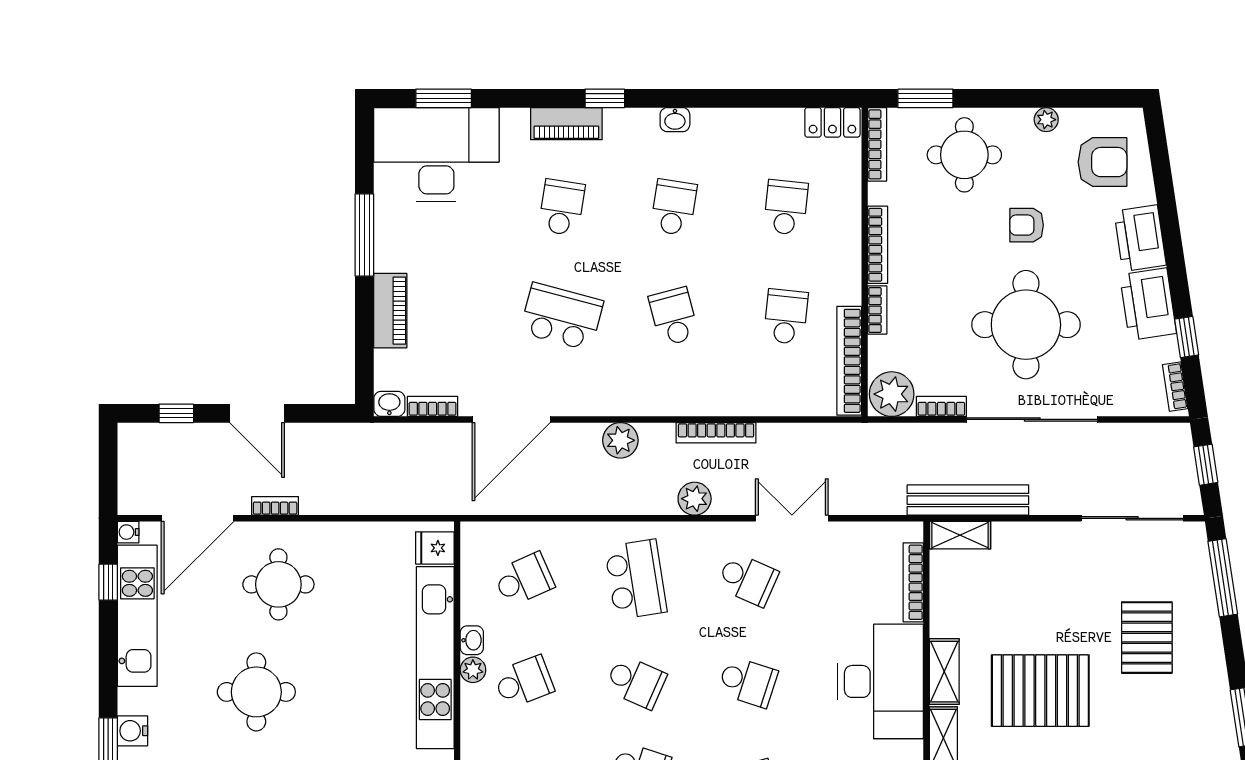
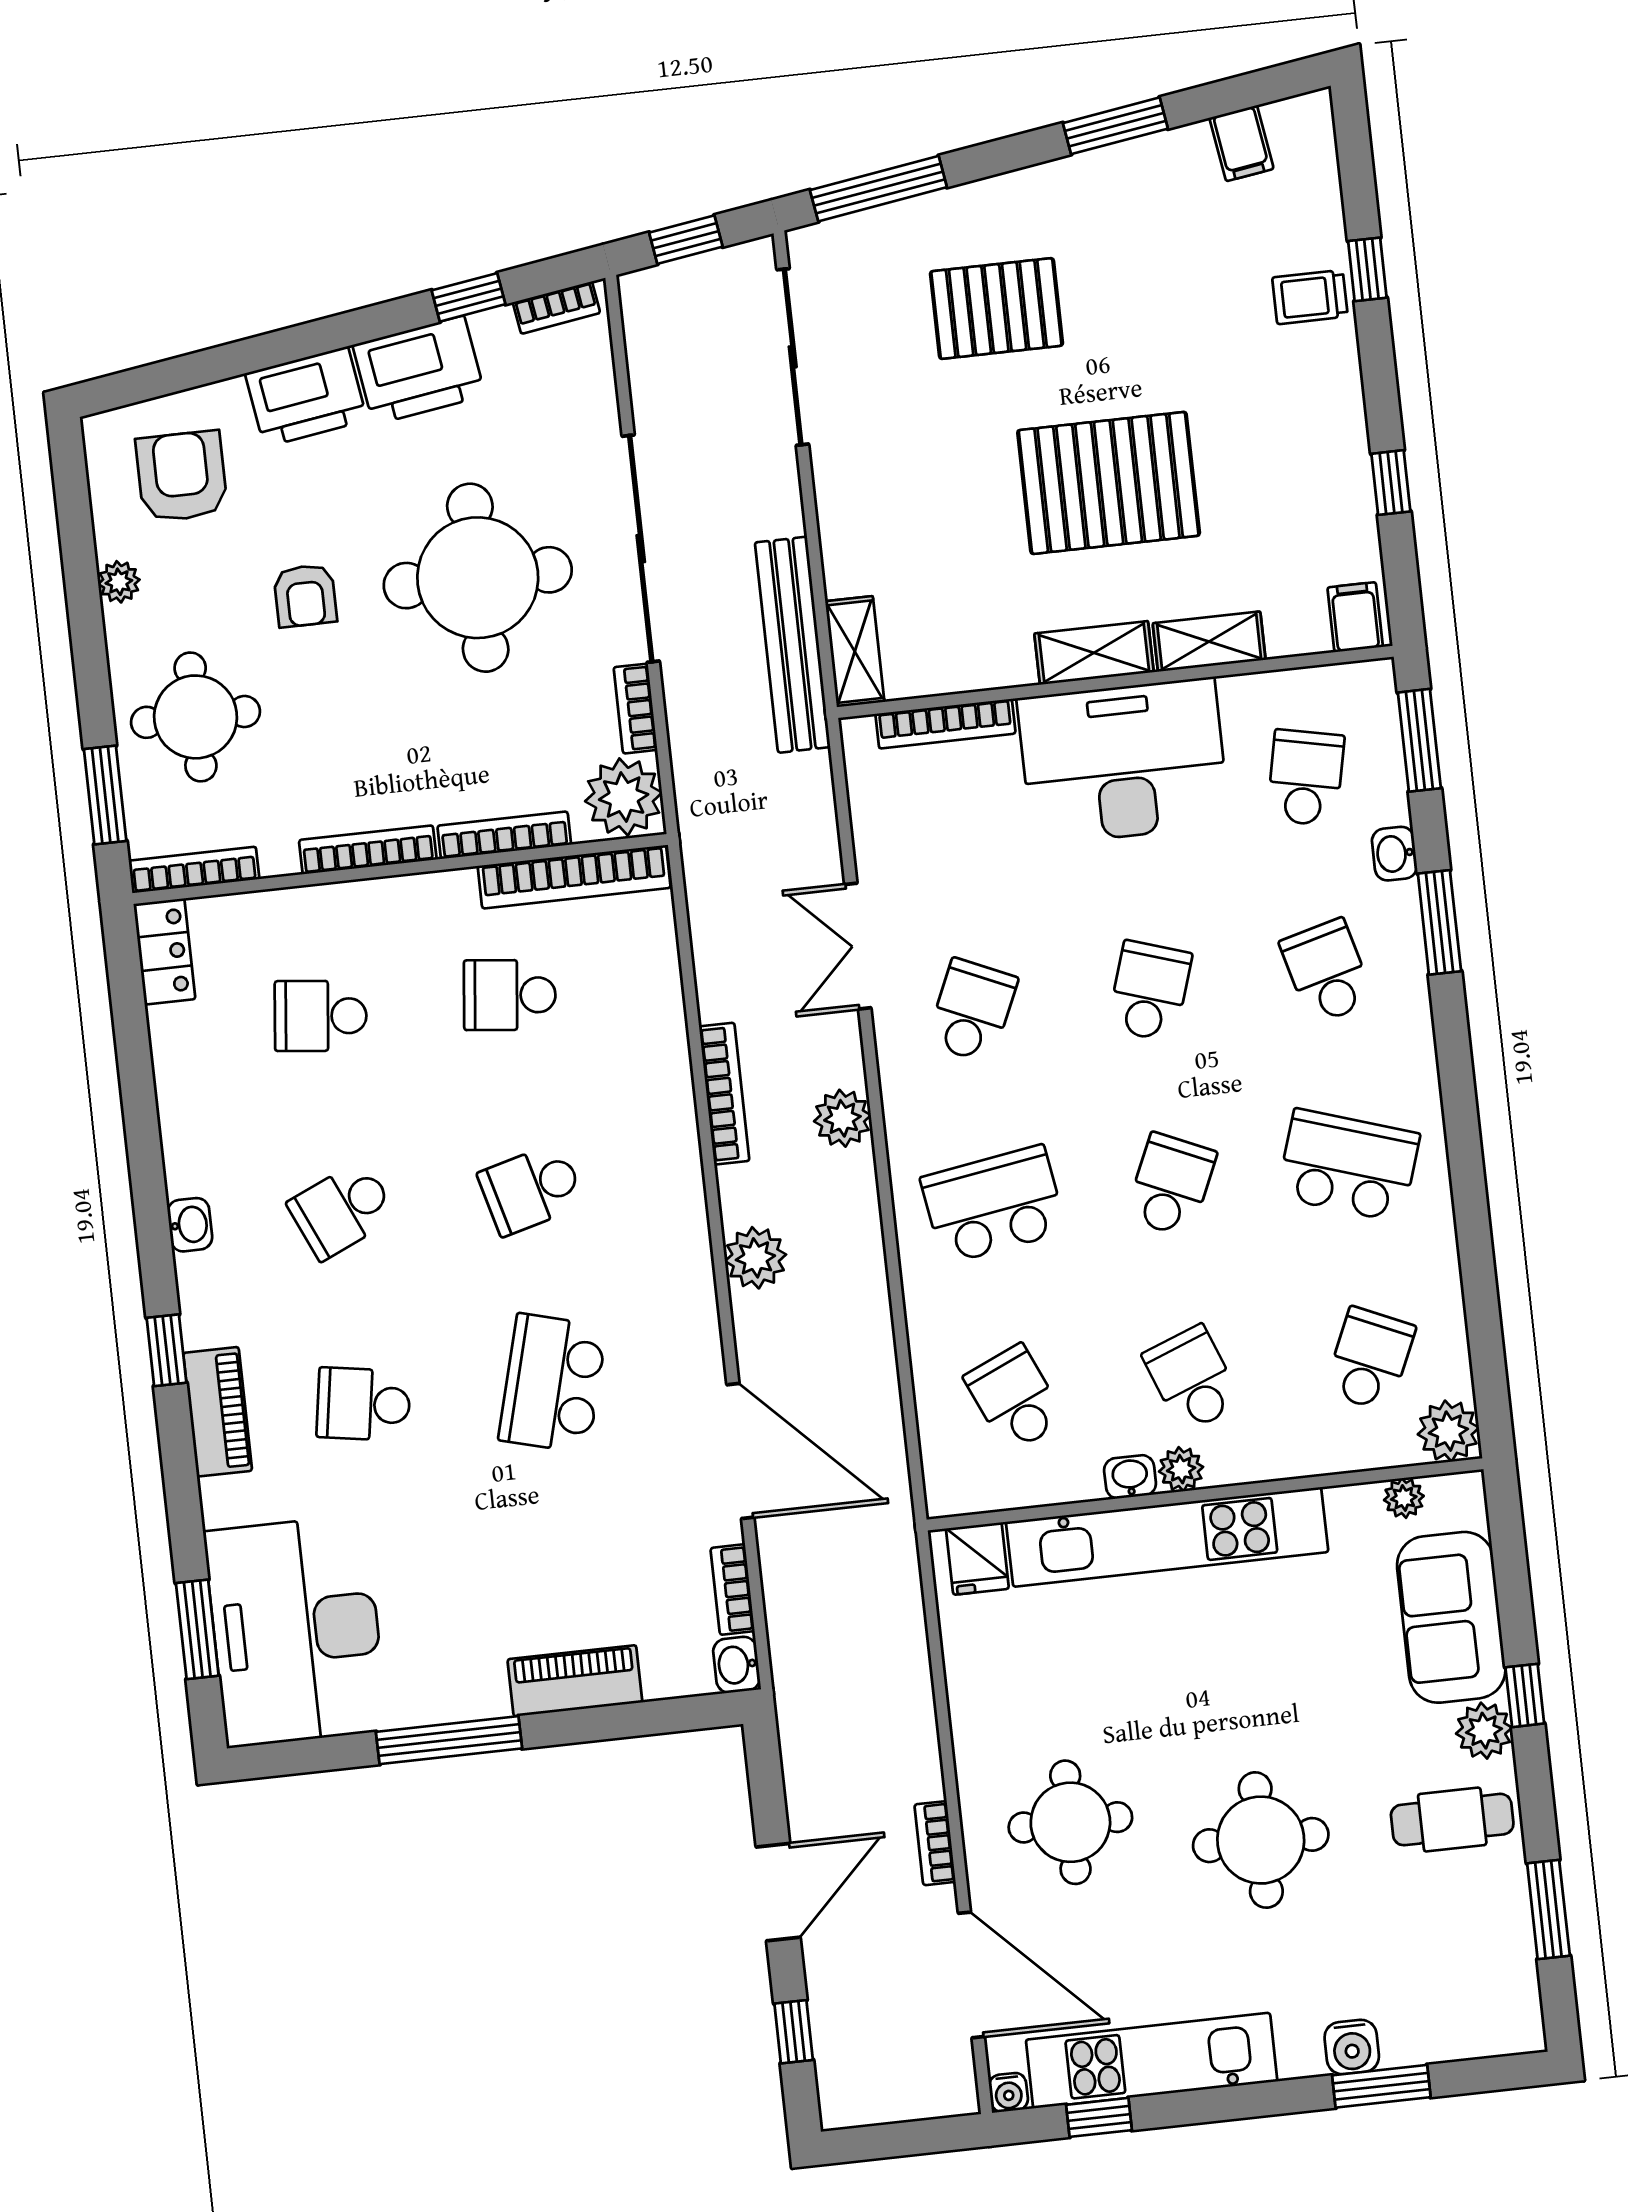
school desk: (674, 207) -> (342, 1210), turned -33
bookcase: (877, 310) -> (504, 835), width x1.56
pallet: (1040, 691) -> (1109, 483), turned 90

